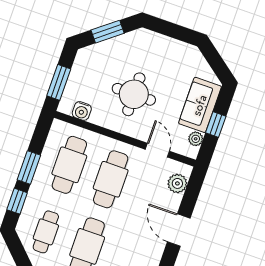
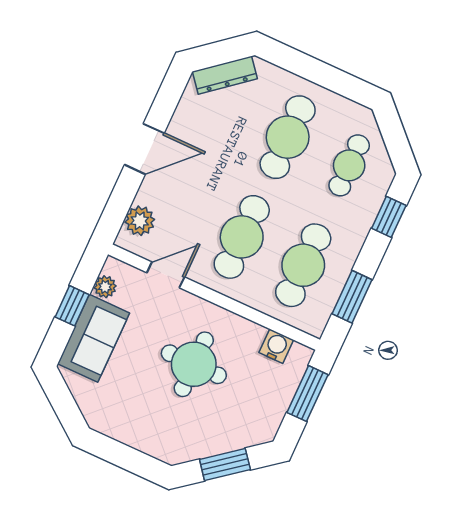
door: (157, 150) -> (166, 275), swing flipped
window: (29, 167) -> (352, 297), moved
door: (179, 230) -> (144, 149), hinge flipped

